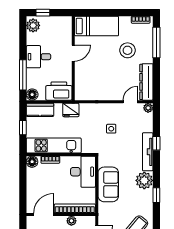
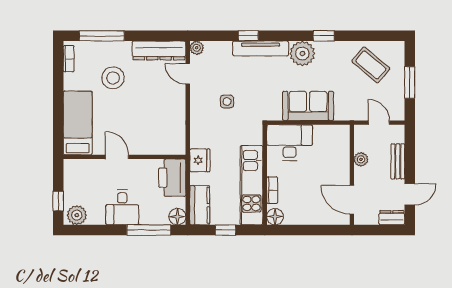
bookcase: (75, 208) -> (343, 154), removed

